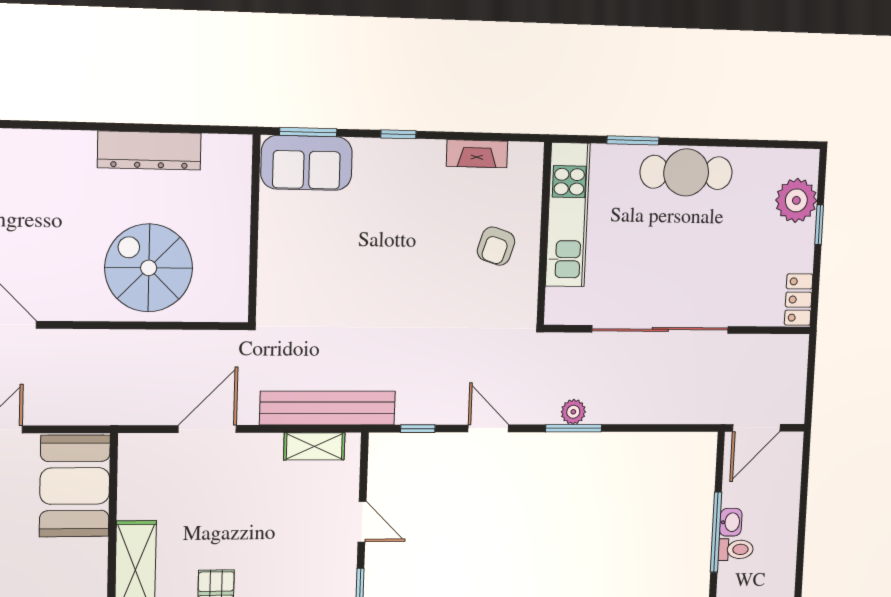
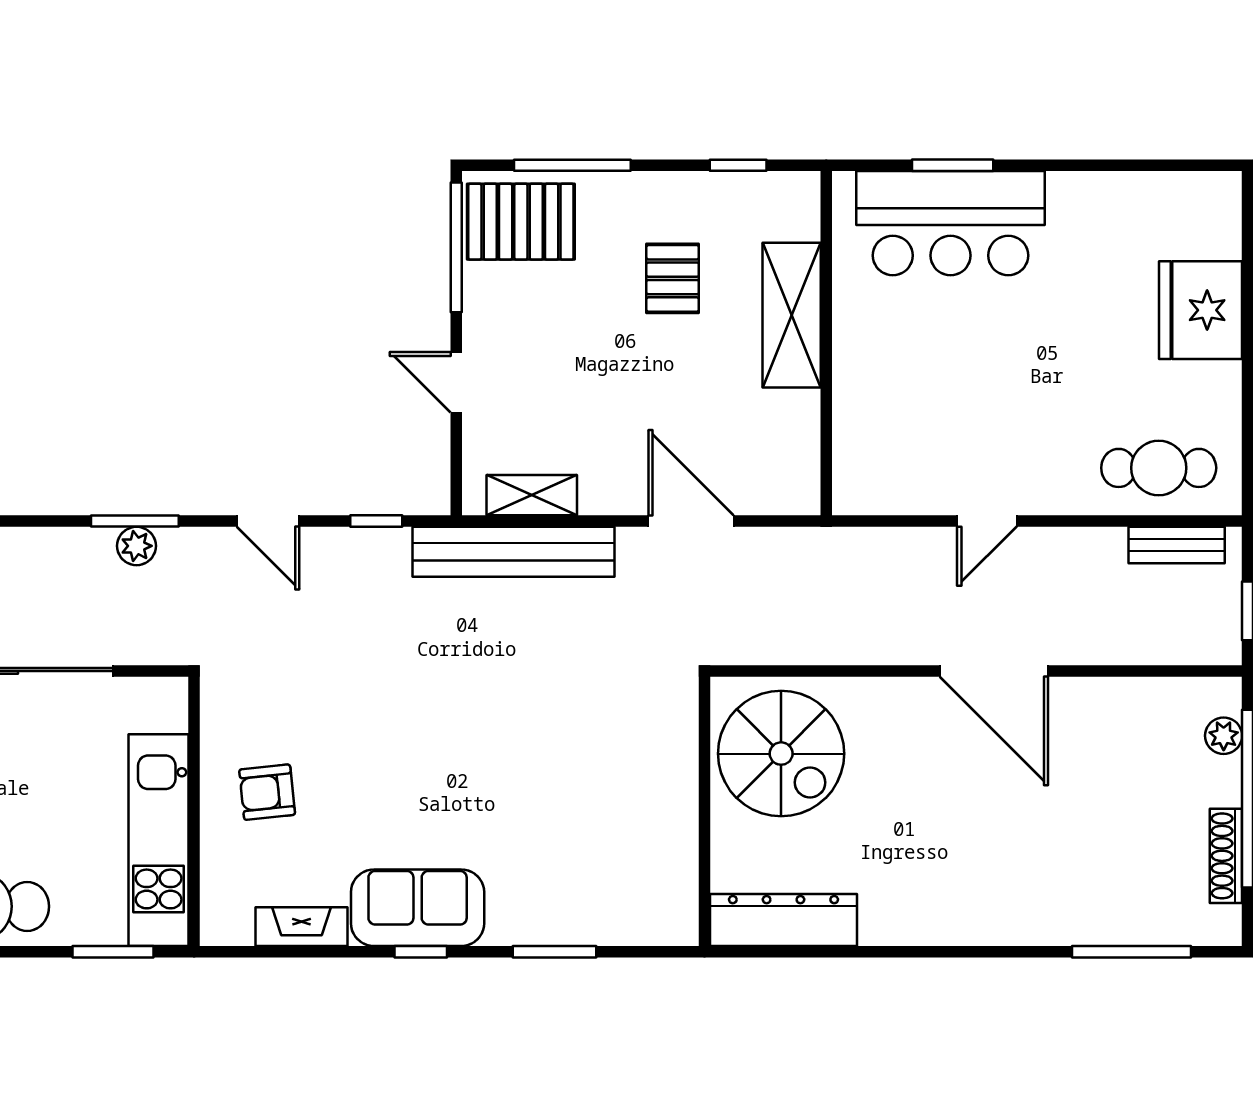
window: (633, 140) -> (113, 952), moved
sofa: (307, 163) -> (418, 908), moved
wall: (254, 229) -> (704, 811), moved
armchair: (496, 246) -> (267, 792), turned -114
door: (207, 429) -> (691, 521), swing flipped
booth: (75, 486) -> (881, 439), removed

